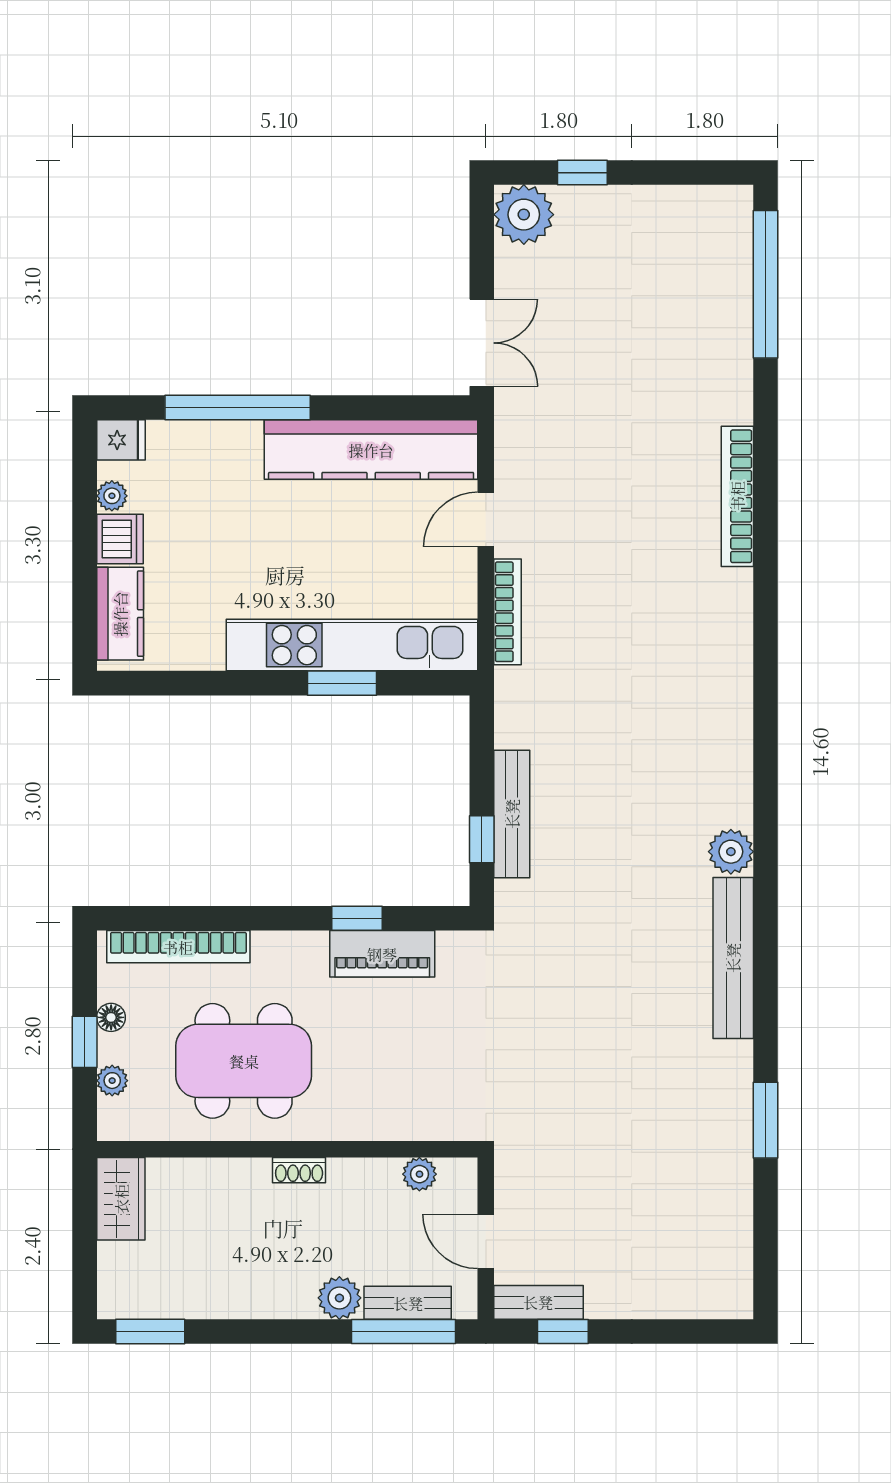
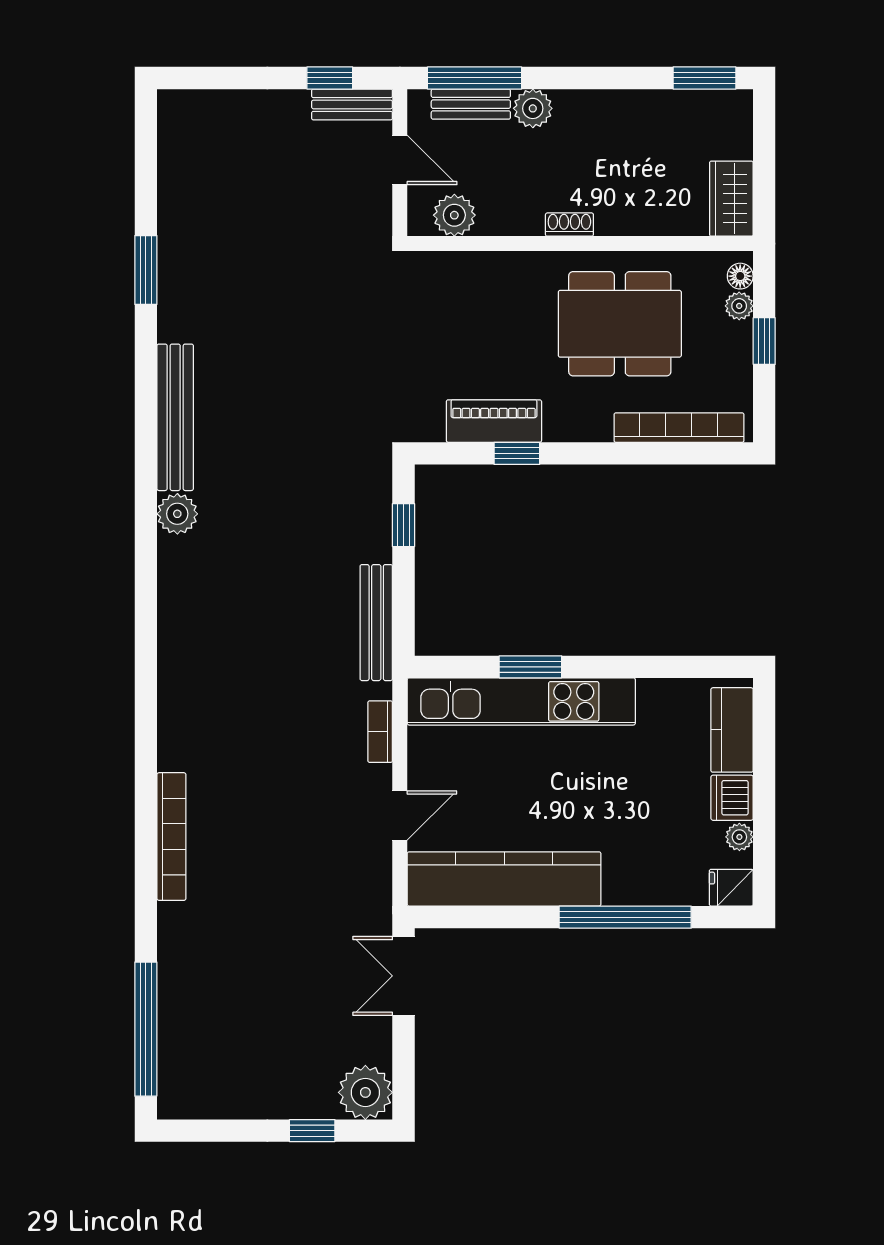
bookcase: (507, 612) -> (380, 732), width x0.64
bench: (512, 814) -> (376, 623), moved
floor lamp: (111, 1017) -> (740, 276), moved
plant: (419, 1174) -> (454, 215), width x1.38, depth x1.38

